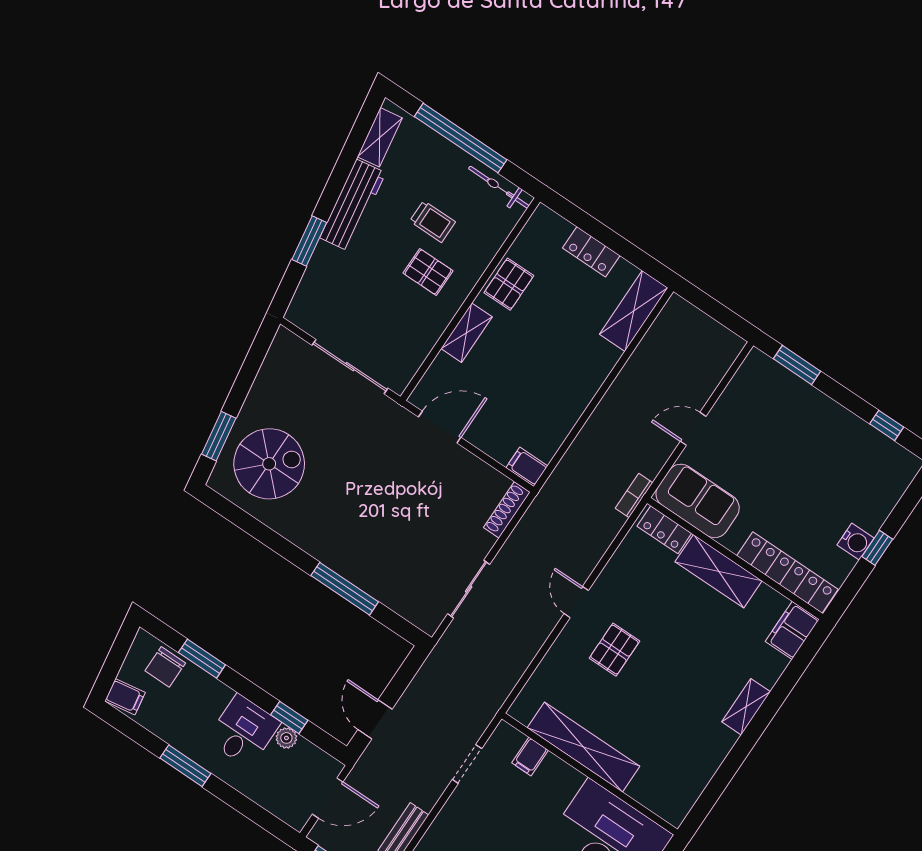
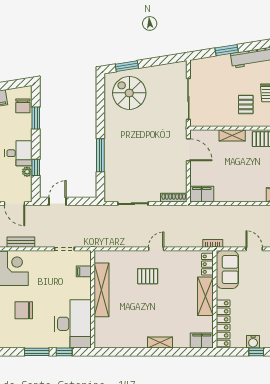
spiral stairs: (269, 464) -> (129, 93), turned 180
filing cabinet: (527, 467) -> (202, 194), width x2.00
chair: (165, 667) -> (23, 106), turned -90

